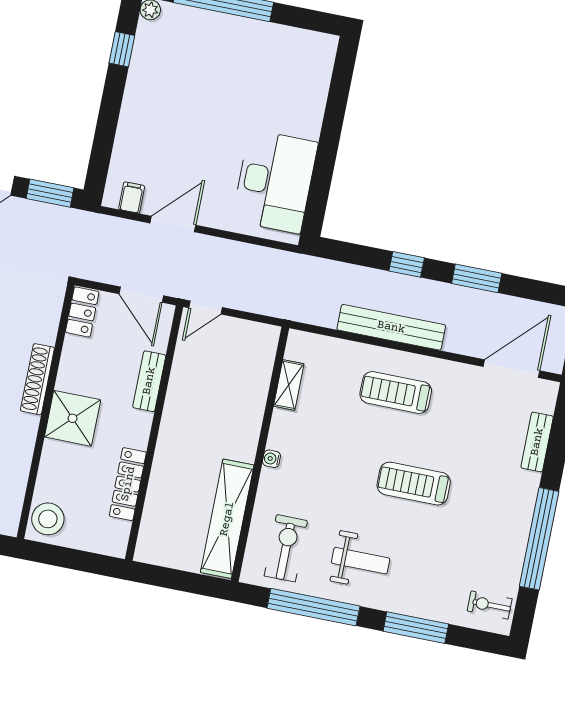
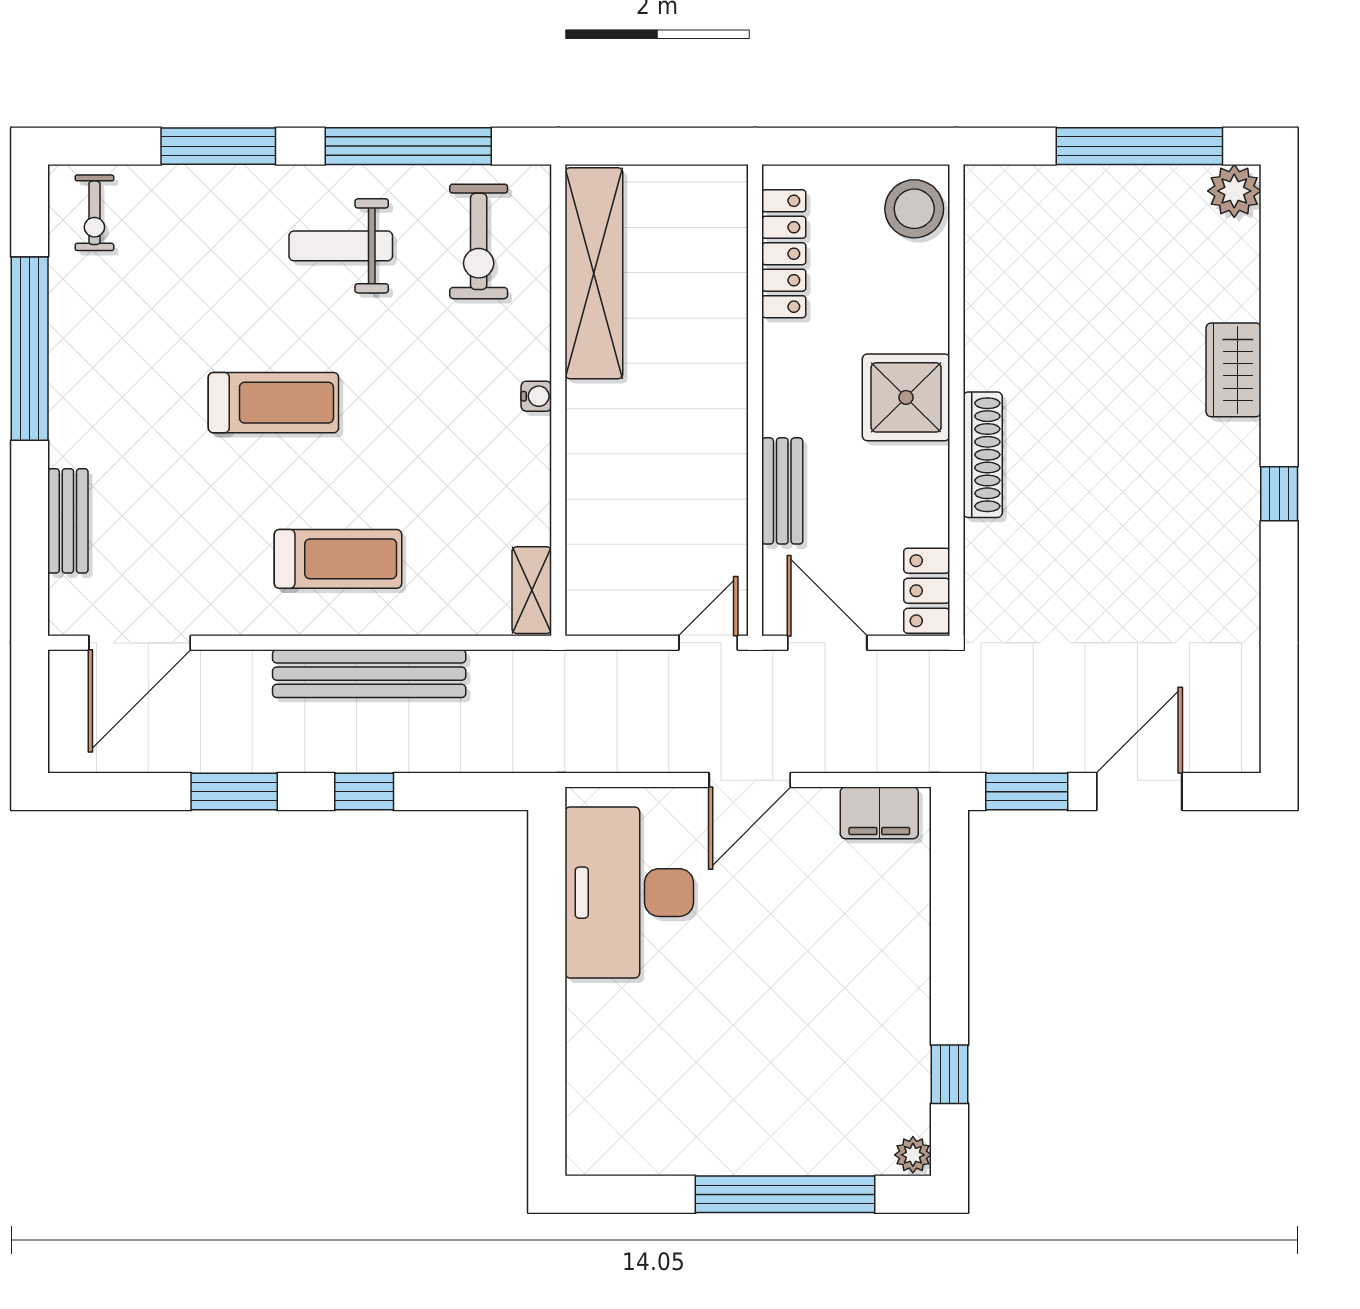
filing cabinet: (132, 198) -> (879, 813), width x2.00
door: (173, 224) -> (750, 780), moved
shelving: (289, 385) -> (532, 590), moved
locker: (128, 484) -> (784, 254), moved
exercise bike: (490, 605) -> (94, 213), turned 90

